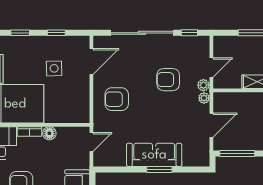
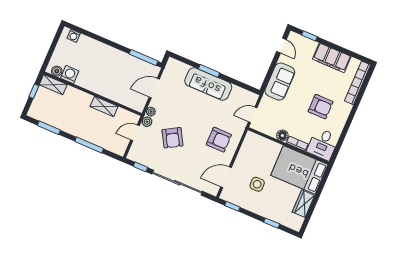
window: (56, 33) -> (232, 206), moved
armchair: (168, 80) -> (173, 138), turned 60

